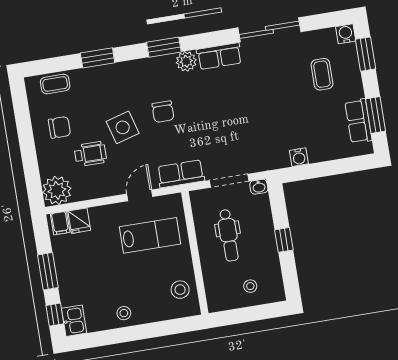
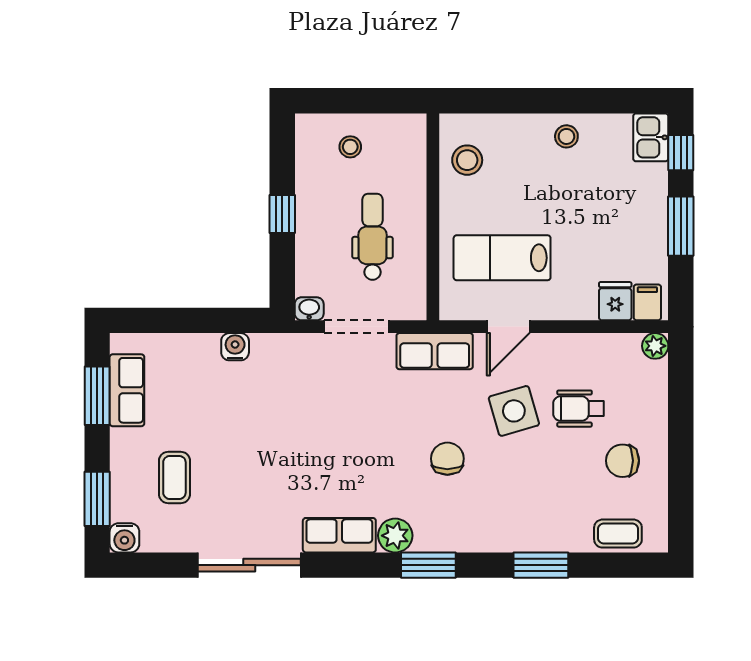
side table: (123, 127) -> (514, 411), moved
plant: (57, 190) -> (655, 346), width x0.53, depth x0.53

